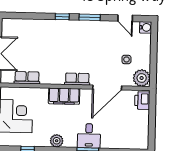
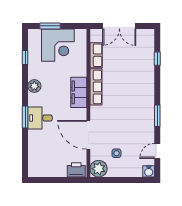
window: (62, 17) -> (157, 59), moved
row of seats: (77, 79) -> (96, 87), moved, width x1.48

